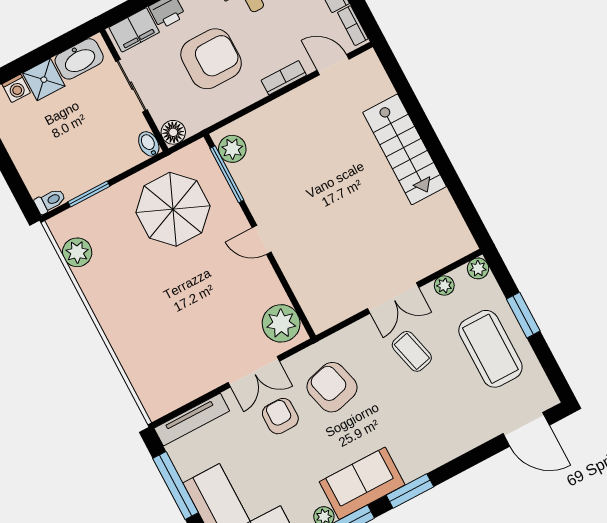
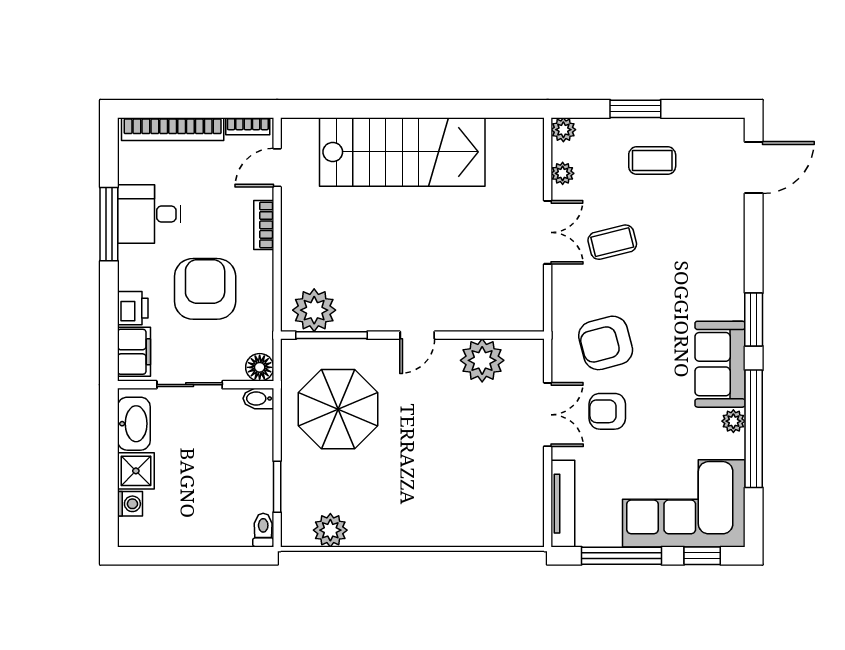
plant: (232, 149) -> (314, 310), width x1.36, depth x1.36
stairs: (405, 149) -> (402, 152), width x1.36, depth x1.51
plant: (281, 323) -> (482, 360), moved
coffee table: (490, 349) -> (652, 161), width x0.54, depth x0.58

